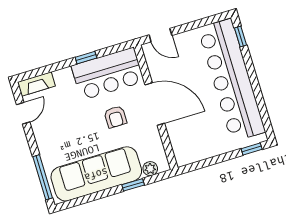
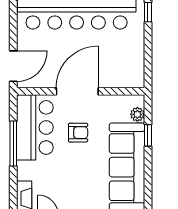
door: (160, 35) -> (13, 66), width x1.38
window: (86, 58) -> (13, 144), width x2.17

